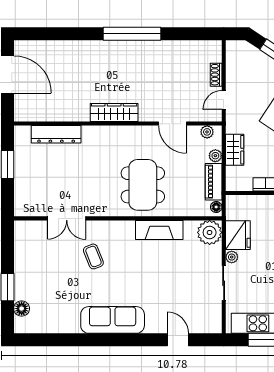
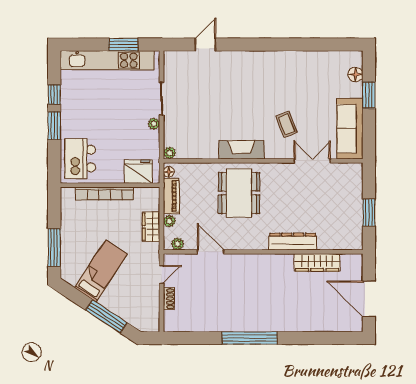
wardrobe: (114, 112) -> (317, 262), moved
dresser: (56, 134) -> (293, 242), moved
fireplace: (159, 230) -> (241, 150), moved
plant: (210, 232) -> (170, 153), width x0.53, depth x0.53
fridge: (238, 235) -> (138, 172), moved, turned 90
sofa: (113, 320) -> (350, 129), moved, turned 90
door: (178, 340) -> (205, 44), swing flipped

